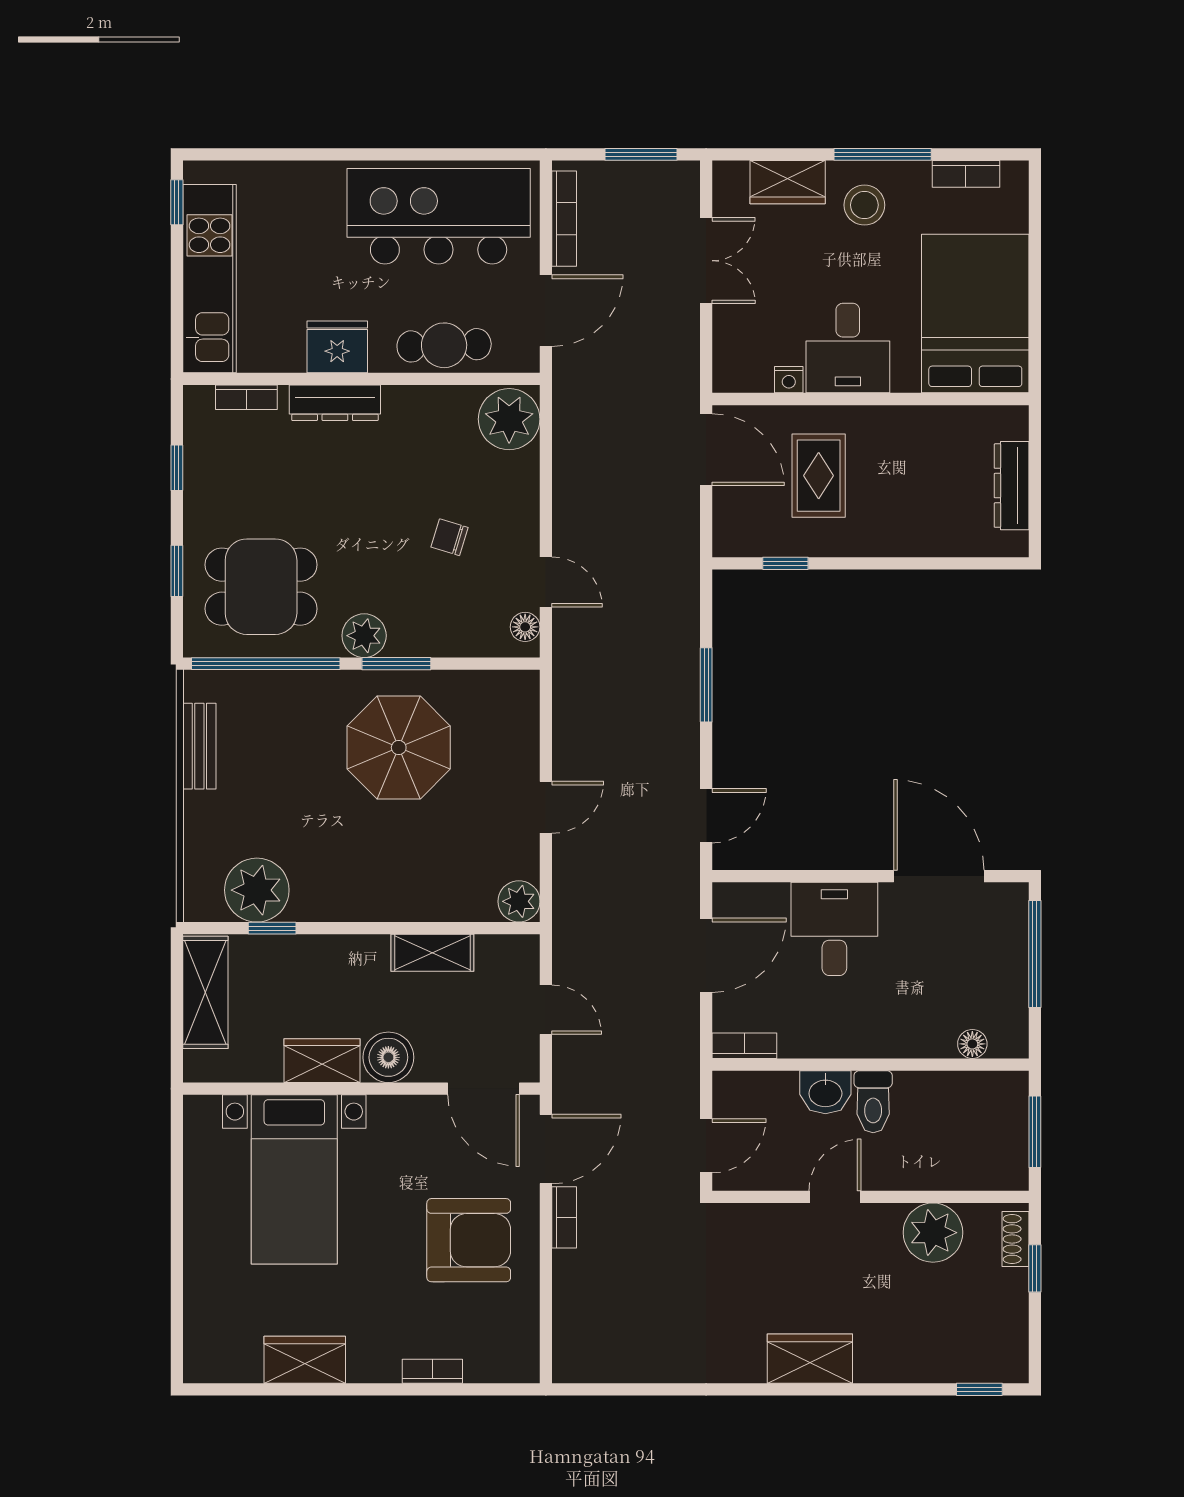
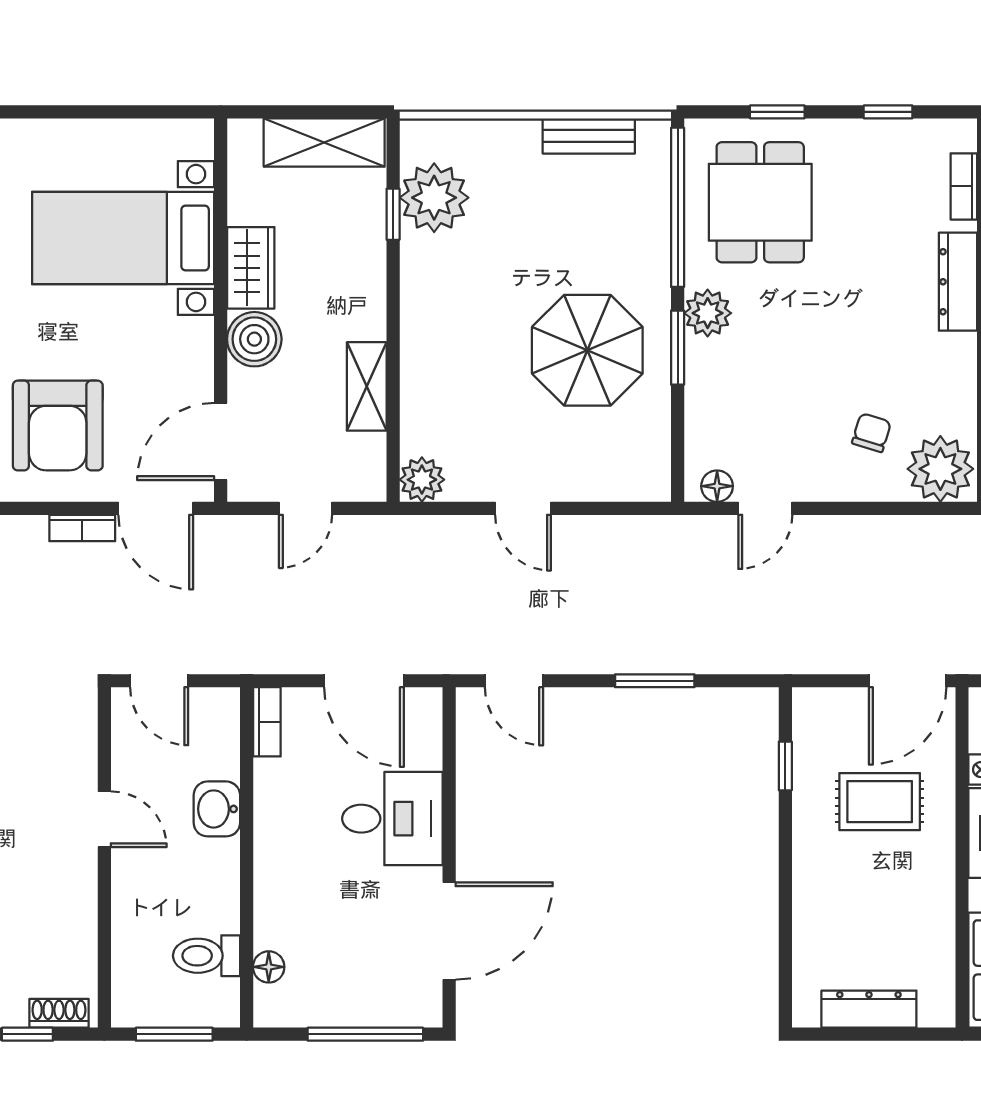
chair: (449, 537) -> (871, 433), moved
toilet: (873, 1102) -> (207, 956), moved
plant: (933, 1233) -> (66, 925), removed

